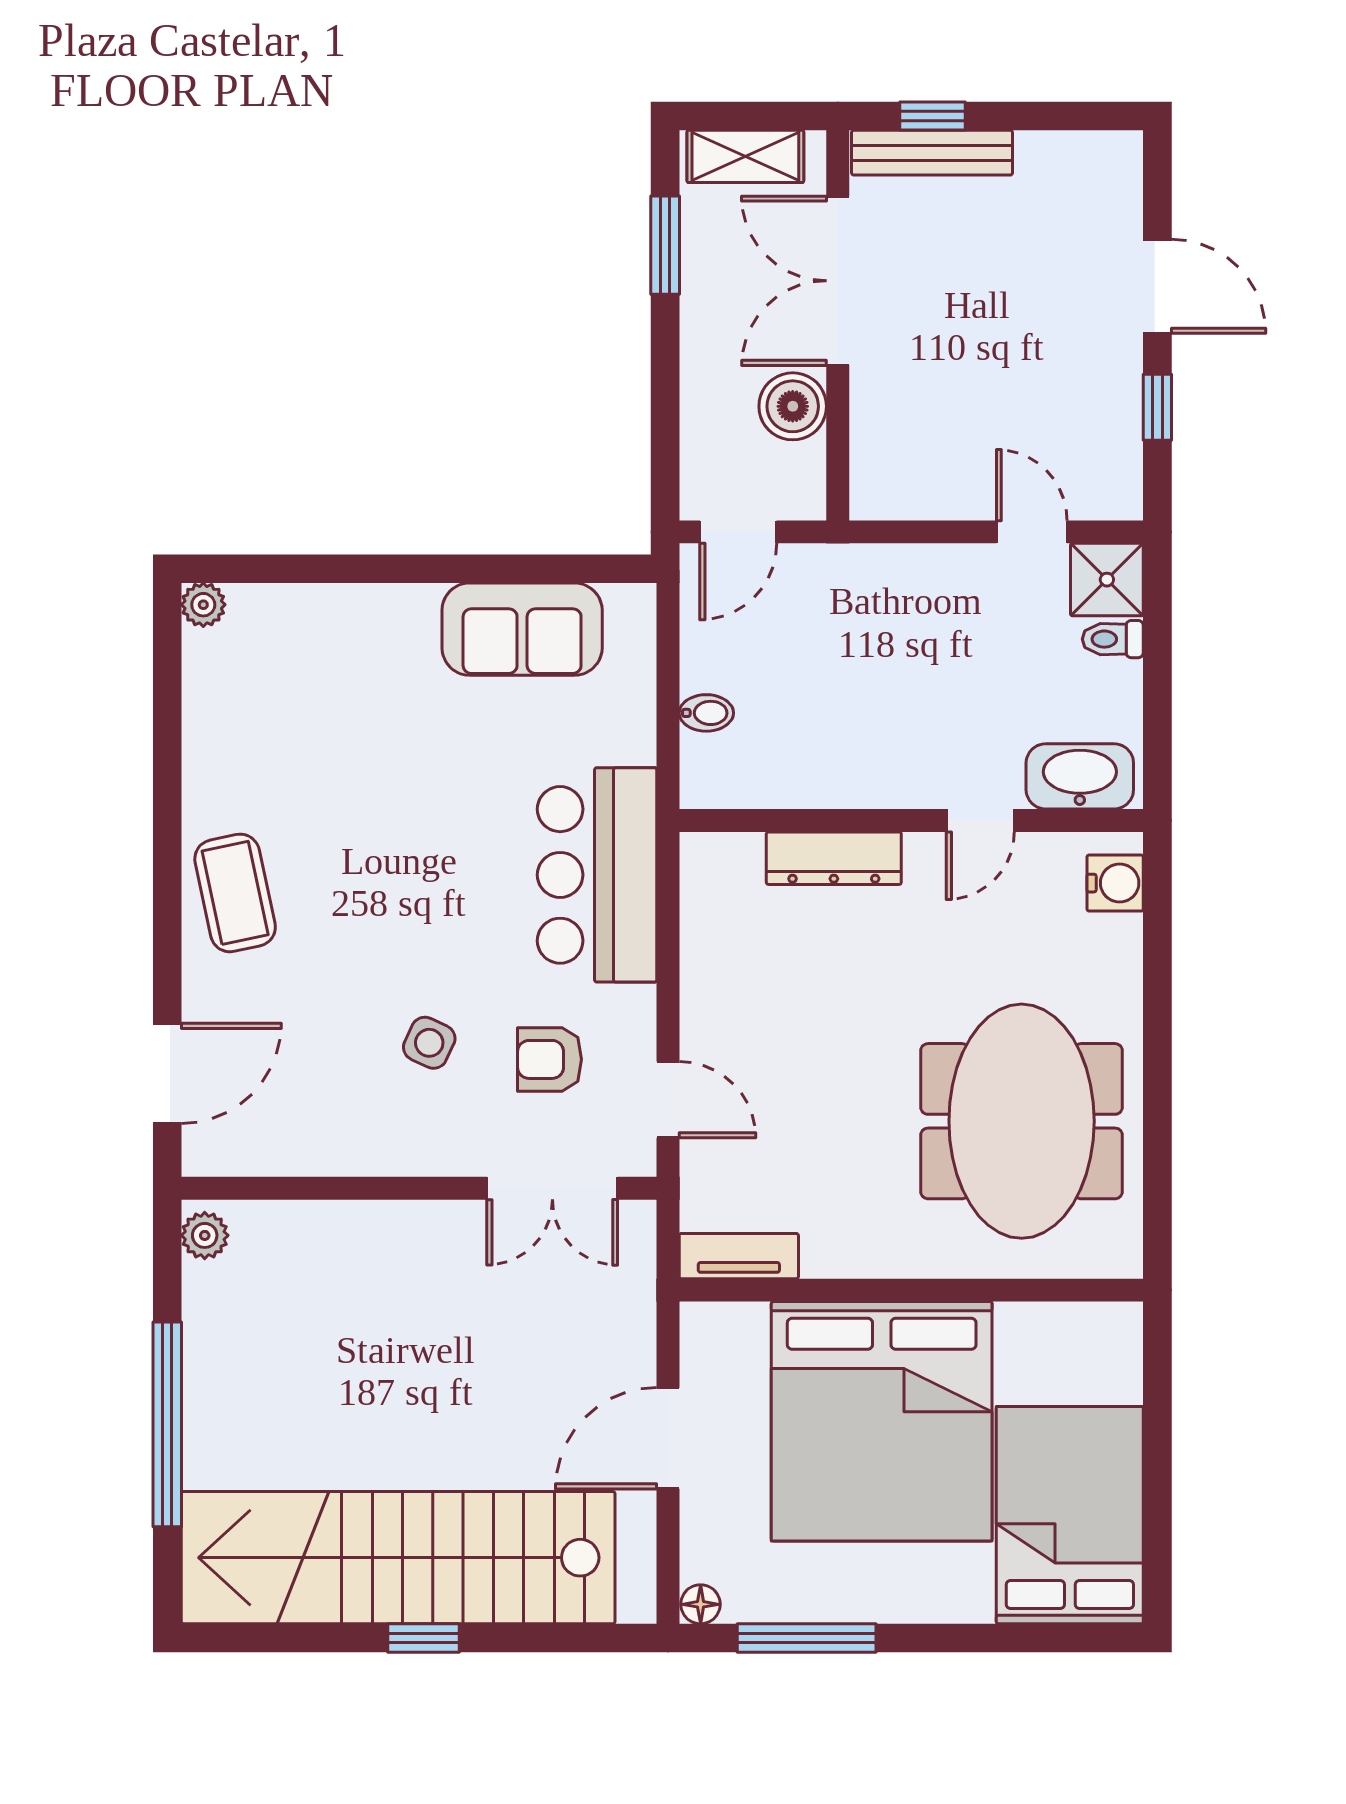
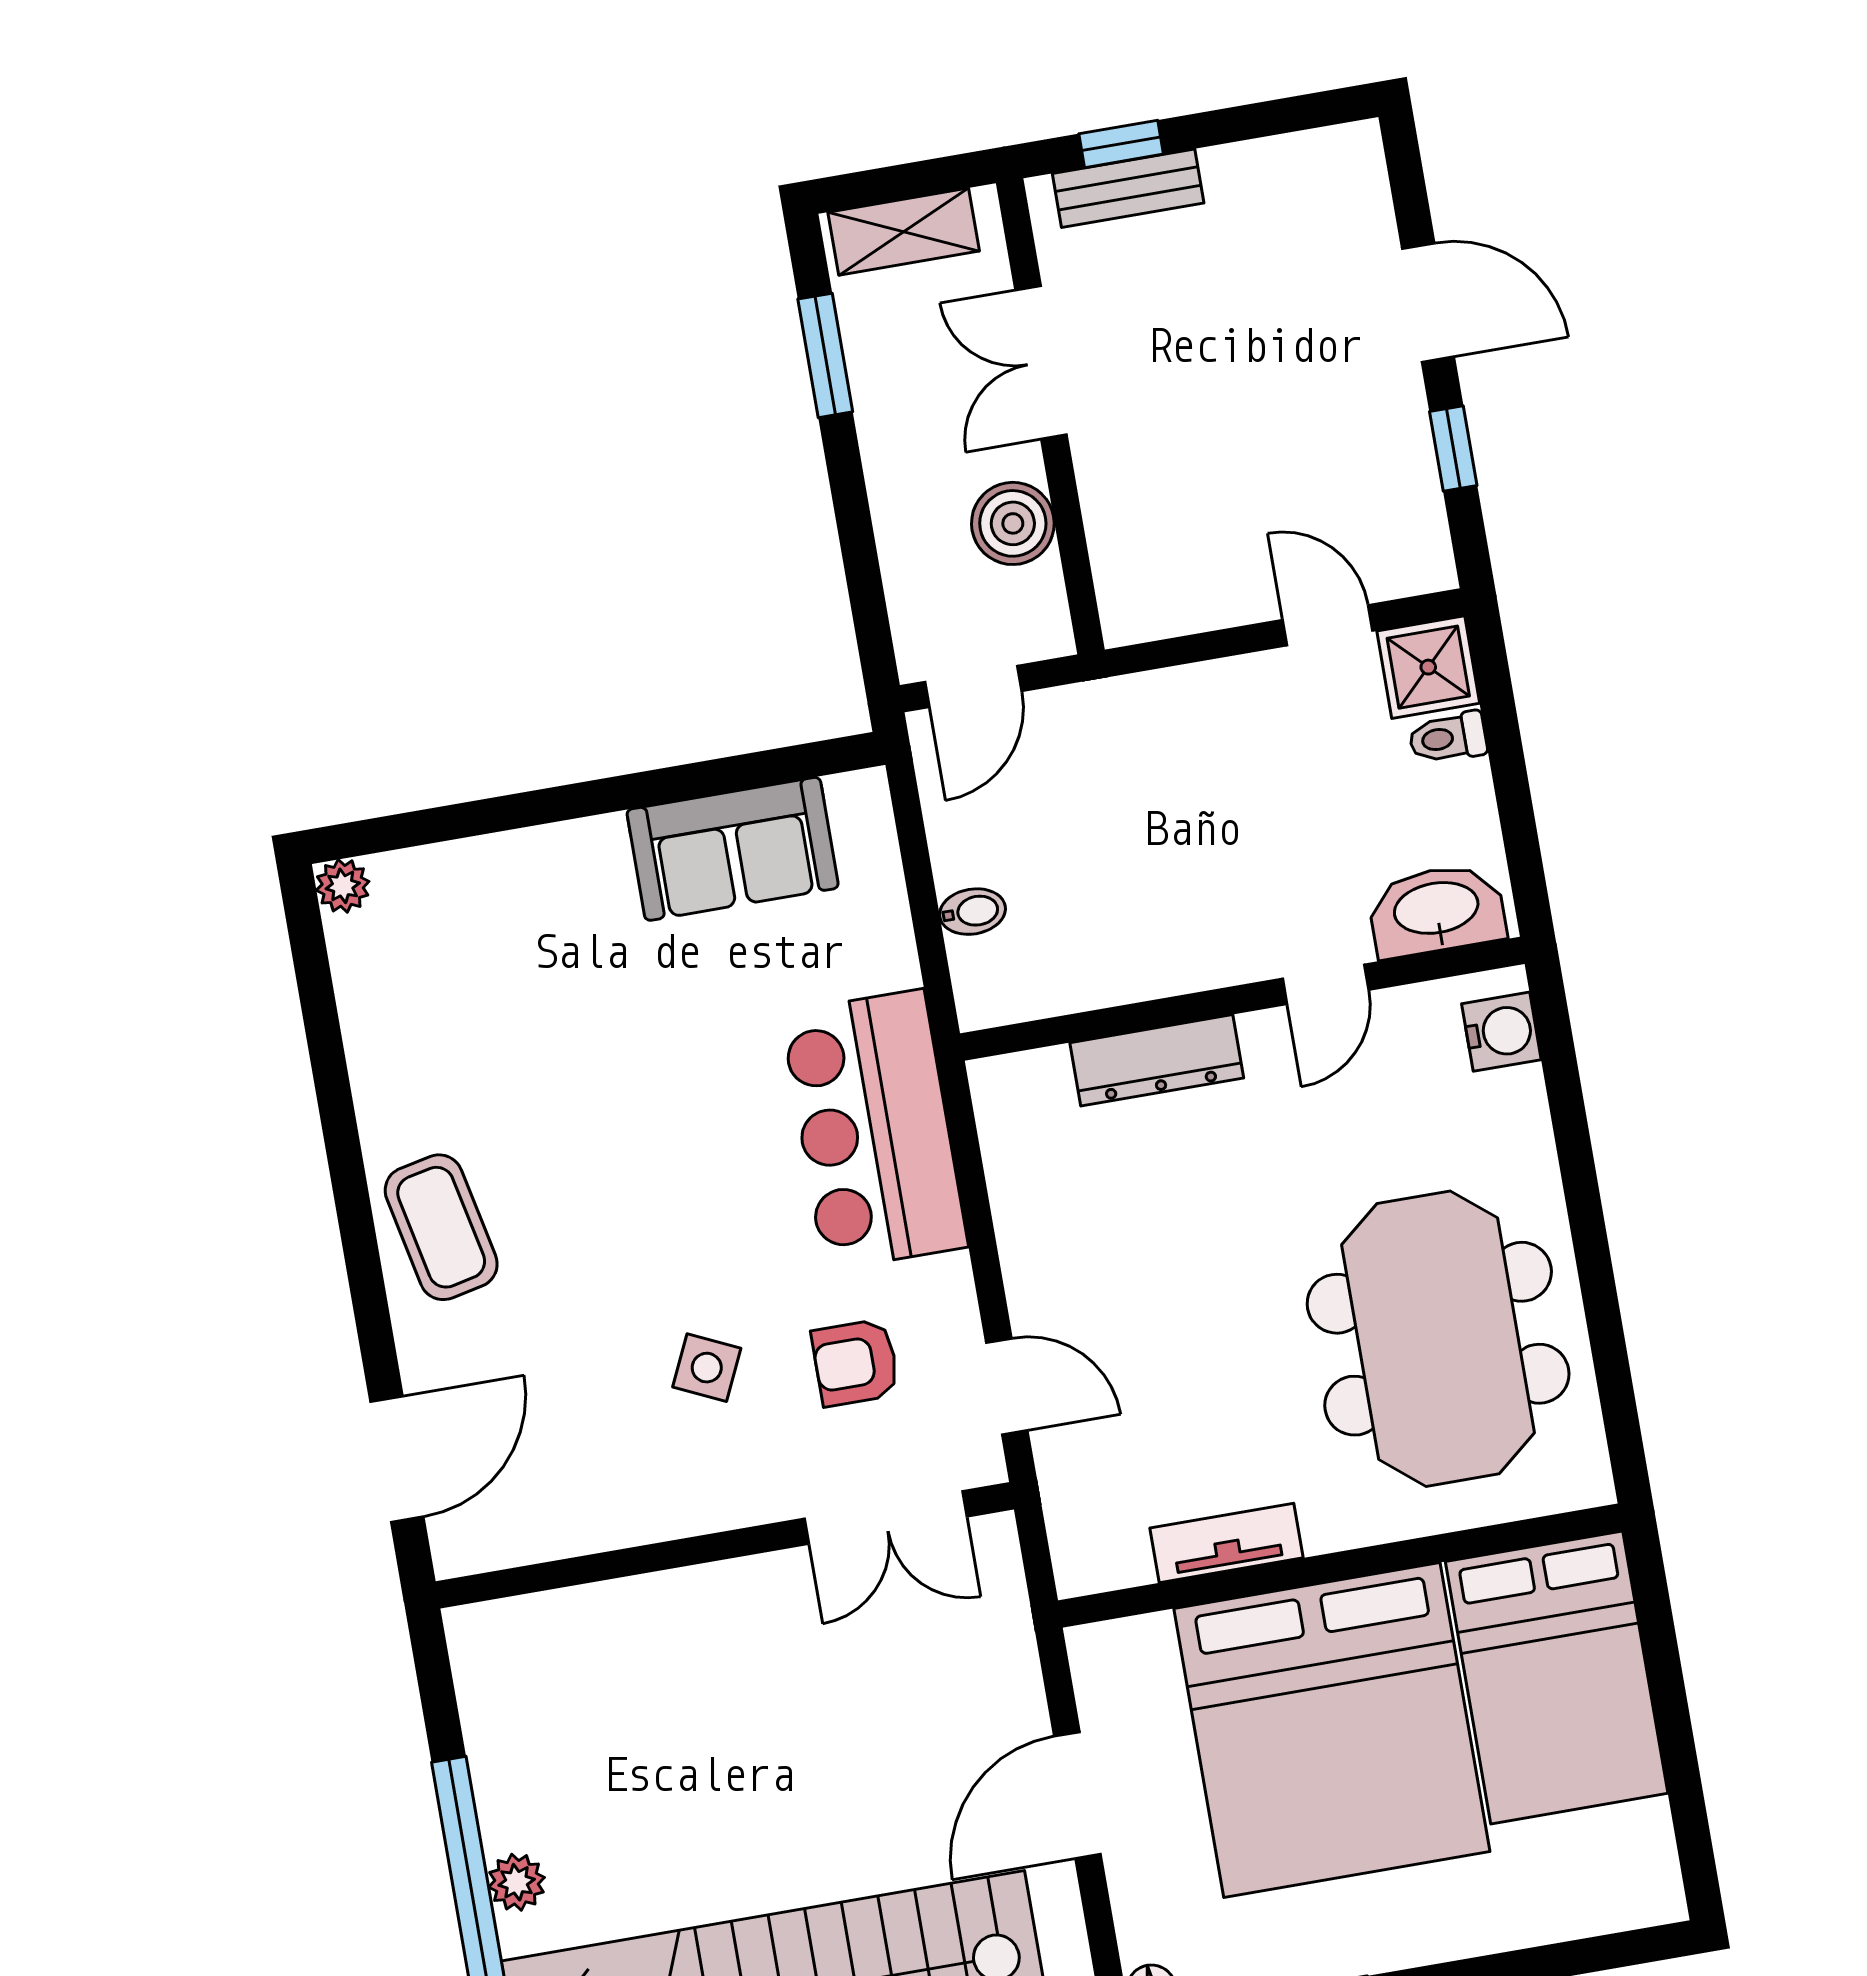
bench: (932, 153) -> (1128, 188), width x0.73
double door: (838, 281) -> (1041, 363), width x0.73
plant: (205, 1235) -> (517, 1882), moved
tv unit: (739, 1256) -> (1226, 1543), moved
bed: (1070, 1515) -> (1557, 1677), moved, turned 180

